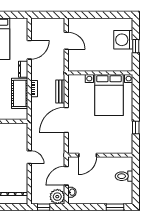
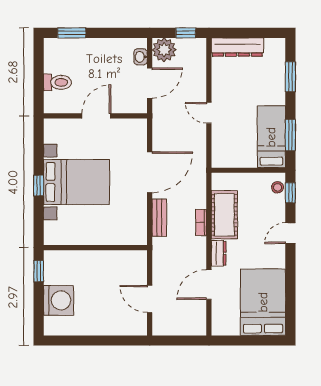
window: (136, 46) -> (39, 271), moved
bed with nightstands: (109, 95) -> (77, 182), moved, turned 90
window: (136, 128) -> (39, 186), moved
door: (88, 155) -> (96, 116), moved

